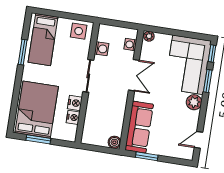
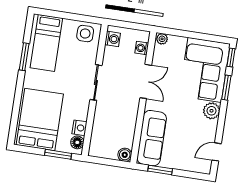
washing machine: (102, 49) -> (113, 39), moved
nightstand: (75, 103) -> (81, 112), removed
floor lamp: (71, 131) -> (77, 142), added
window: (38, 139) -> (58, 154), moved

